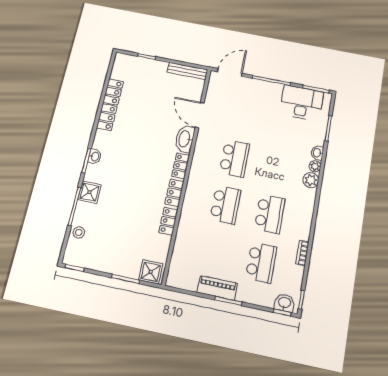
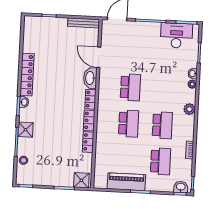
locker: (110, 104) -> (27, 75), moved
plant: (311, 180) -> (189, 109), moved
piano: (217, 288) -> (126, 182), width x1.37, depth x1.33

